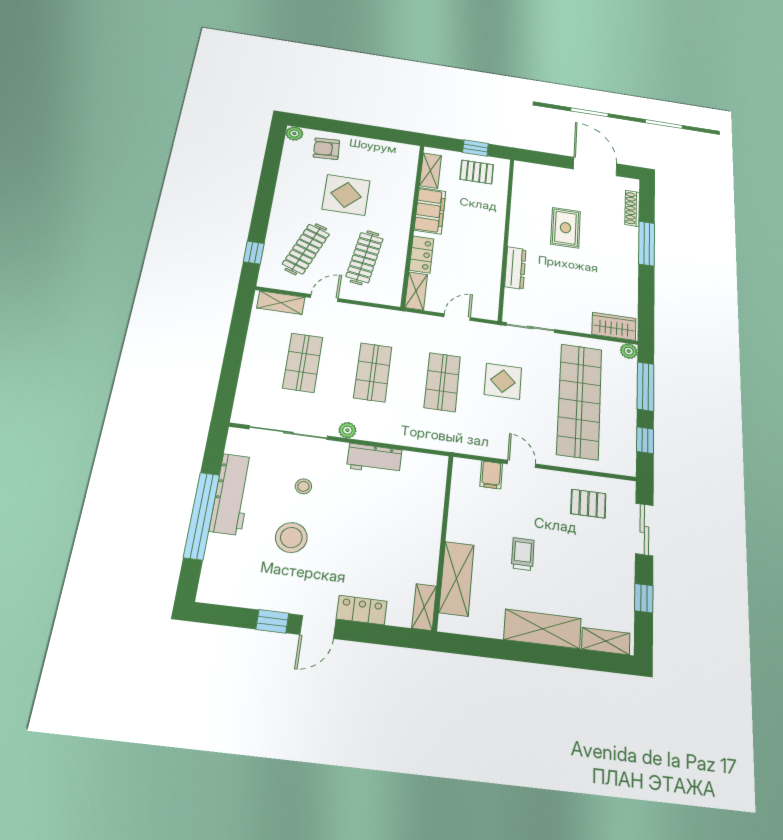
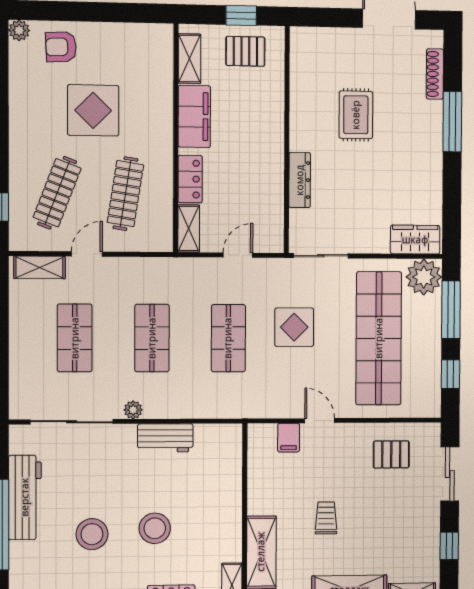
plant: (629, 351) -> (424, 277), width x1.88, depth x1.88
stool: (303, 486) -> (155, 528), moved, width x1.89, depth x1.89

